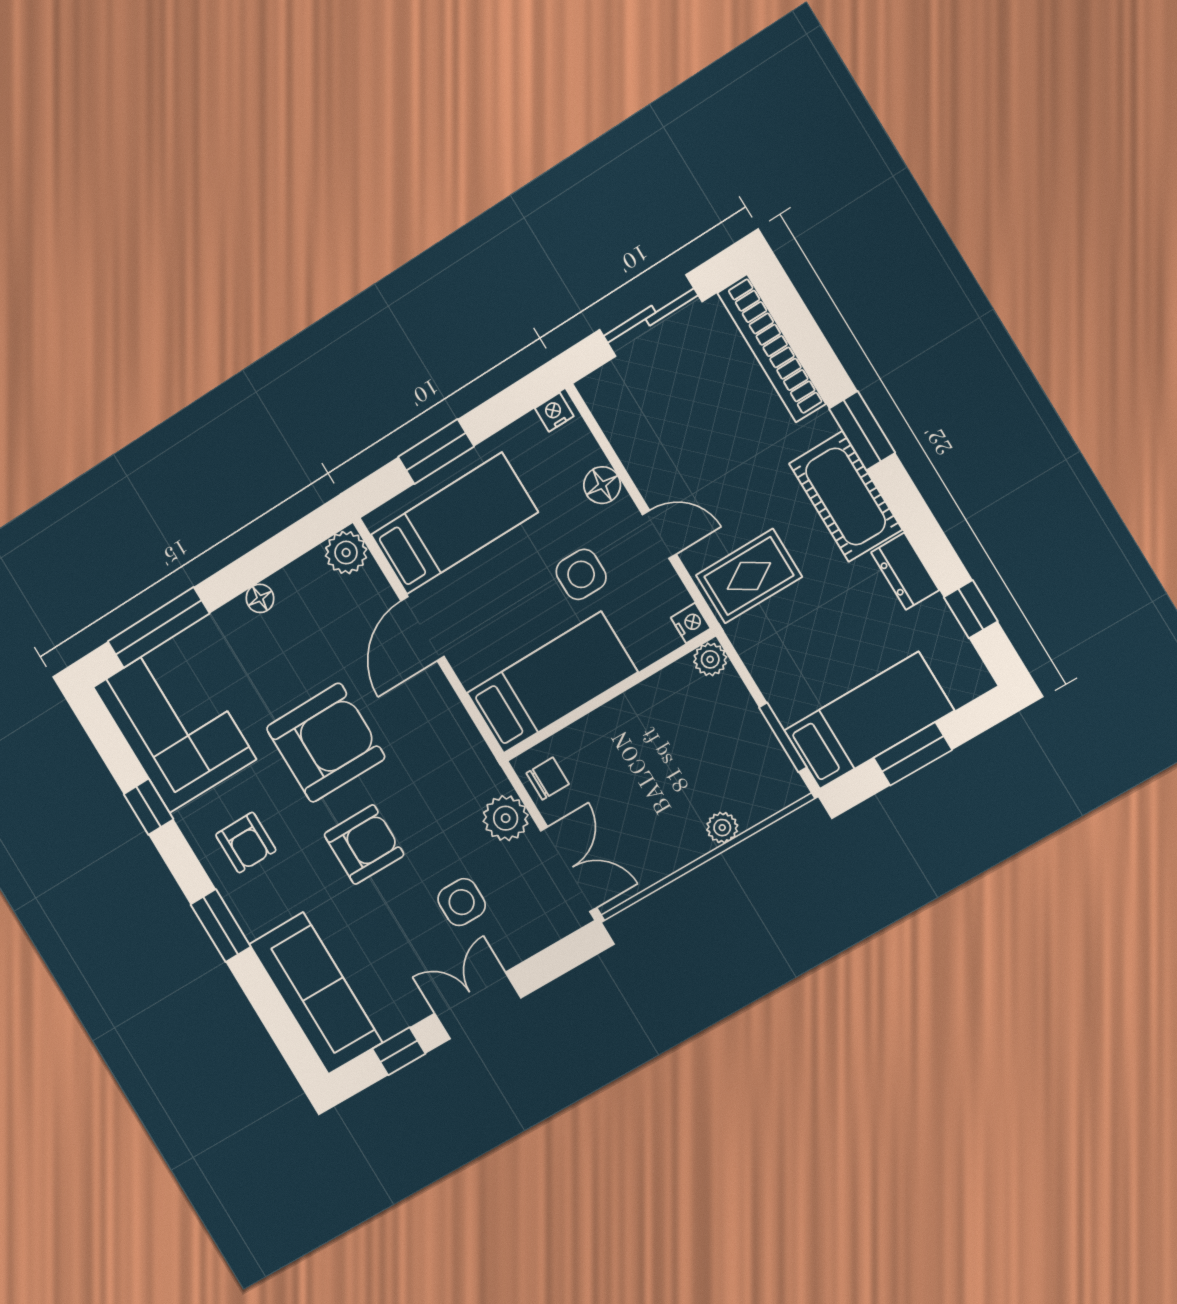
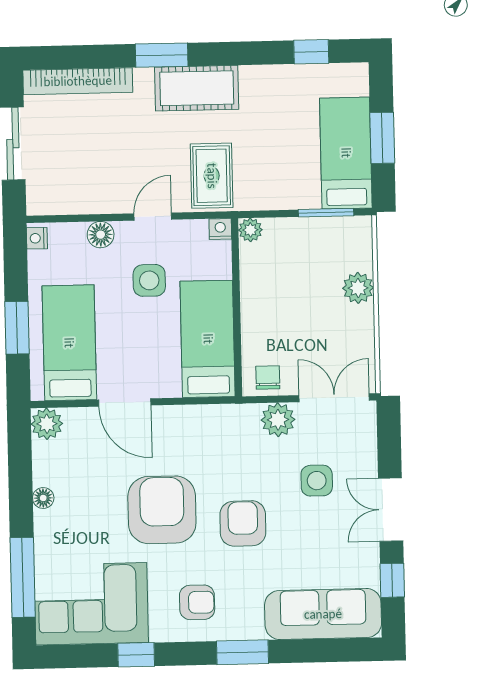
dresser: (905, 571) -> (265, 78), removed
plant: (722, 828) -> (358, 288), width x1.38, depth x1.38

